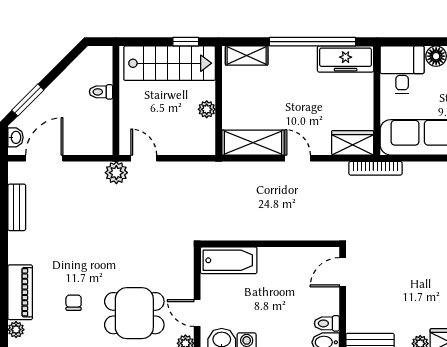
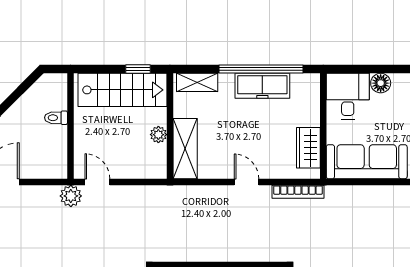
freezer: (346, 59) -> (262, 86), moved
shelving: (253, 143) -> (185, 149), moved, turned 90
wardrobe: (353, 143) -> (308, 148), moved, turned -90
bookcase: (375, 168) -> (298, 192), moved

